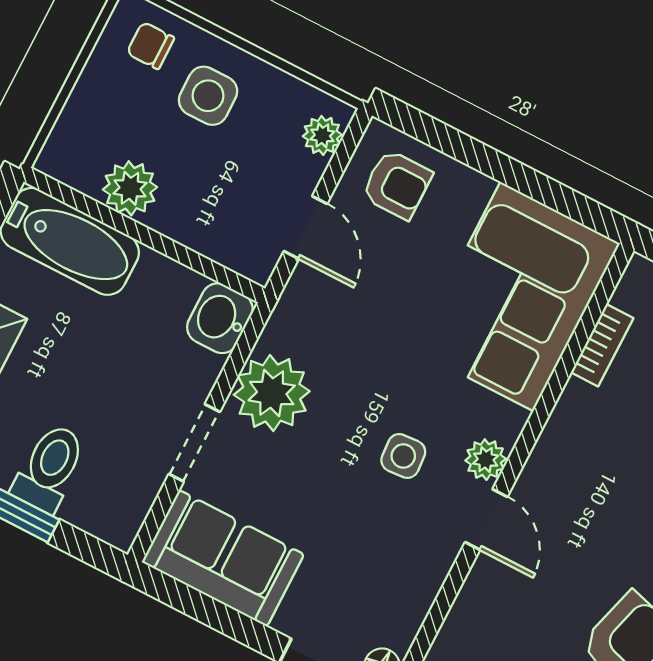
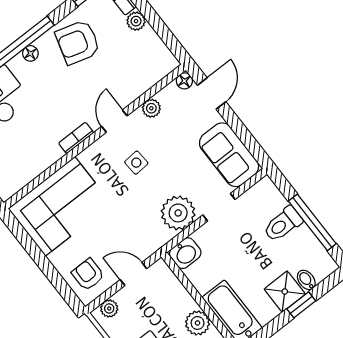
door: (306, 228) -> (133, 274), hinge flipped
bookcase: (602, 345) -> (76, 138), moved
plant: (486, 460) -> (151, 108), moved

